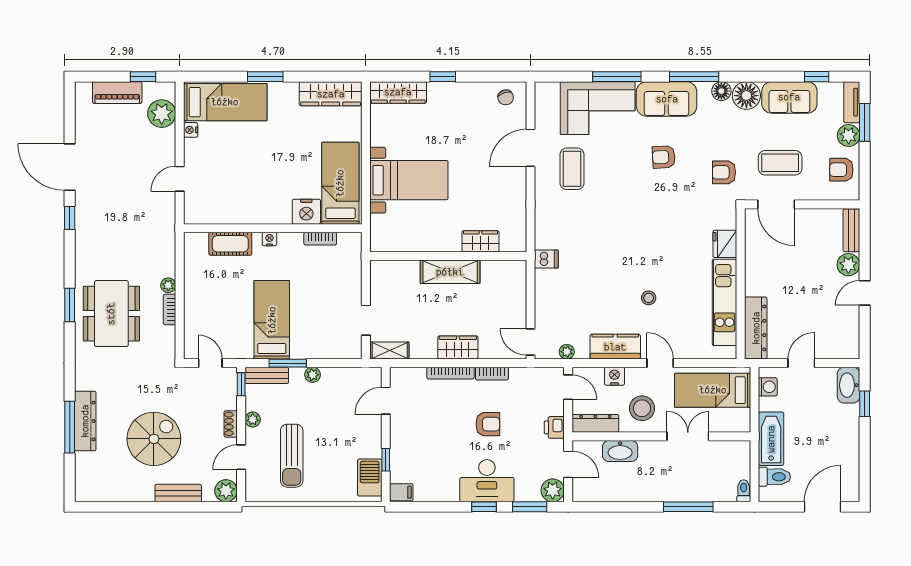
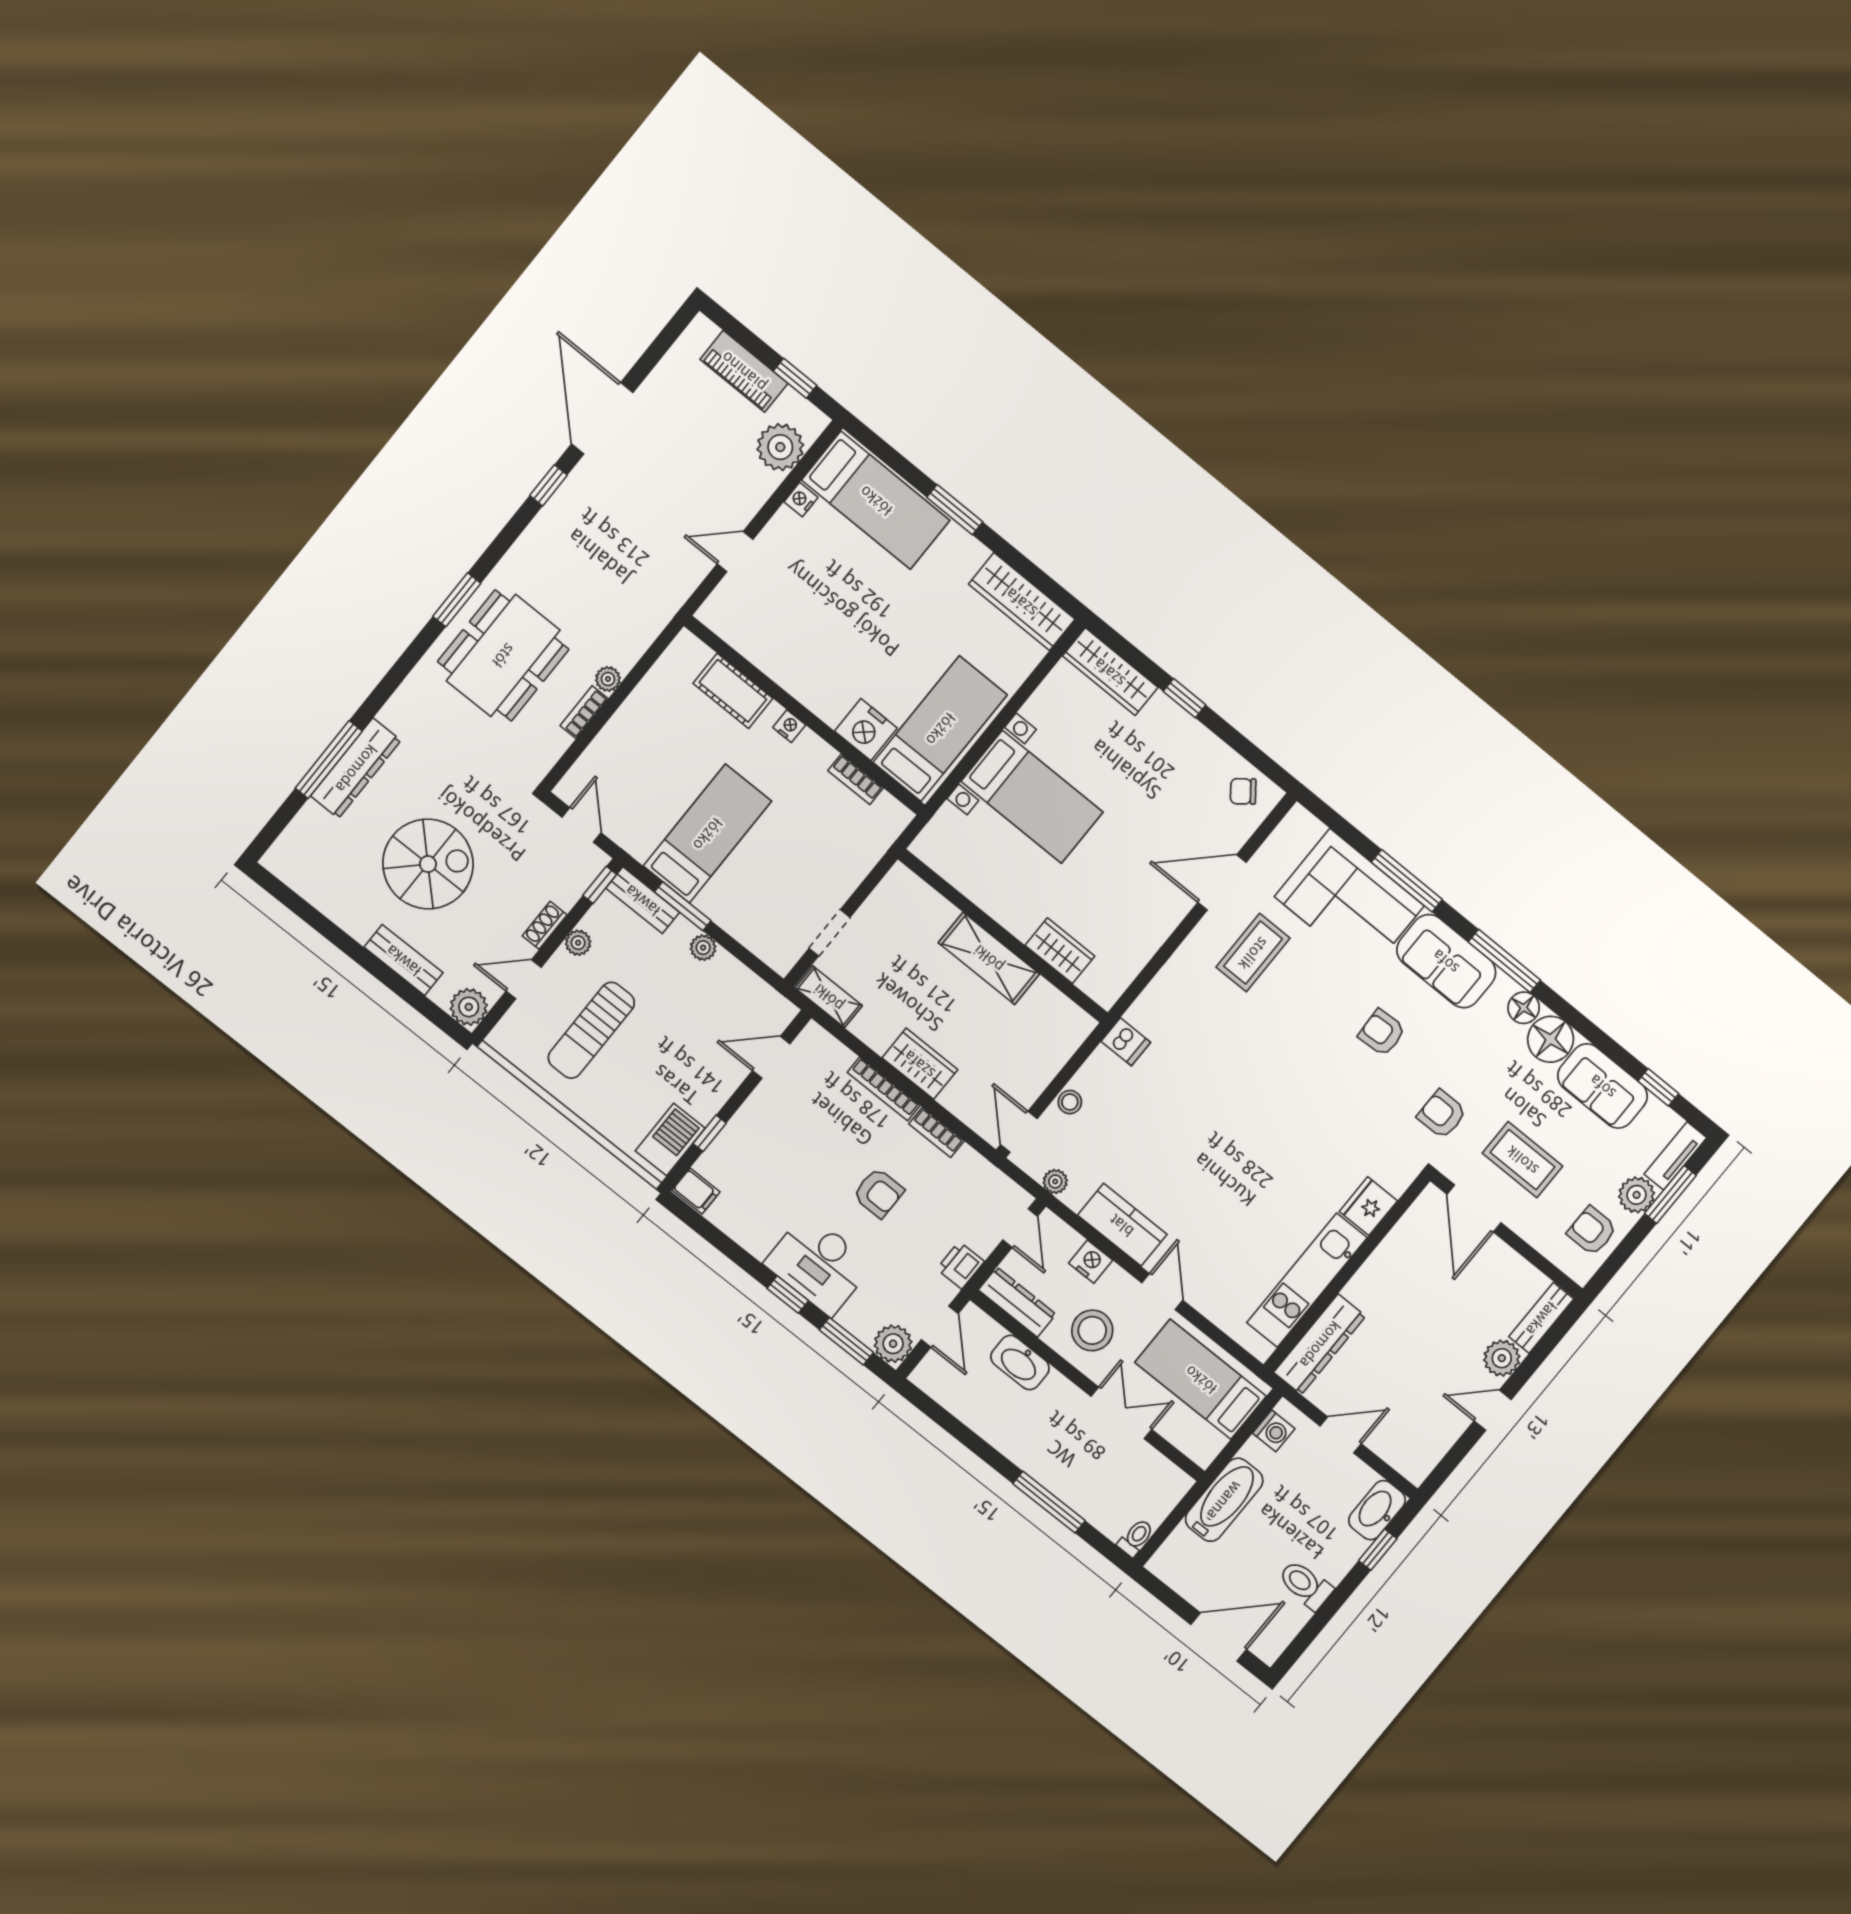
chair: (506, 97) -> (1243, 791), turned 70
stool: (649, 298) -> (1070, 1102), moved
toilet: (774, 477) -> (1305, 1585), moved, turned 180

